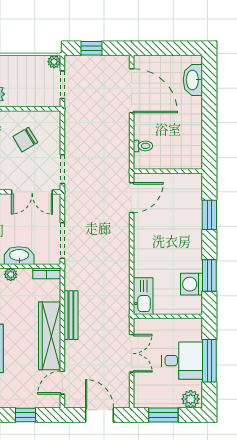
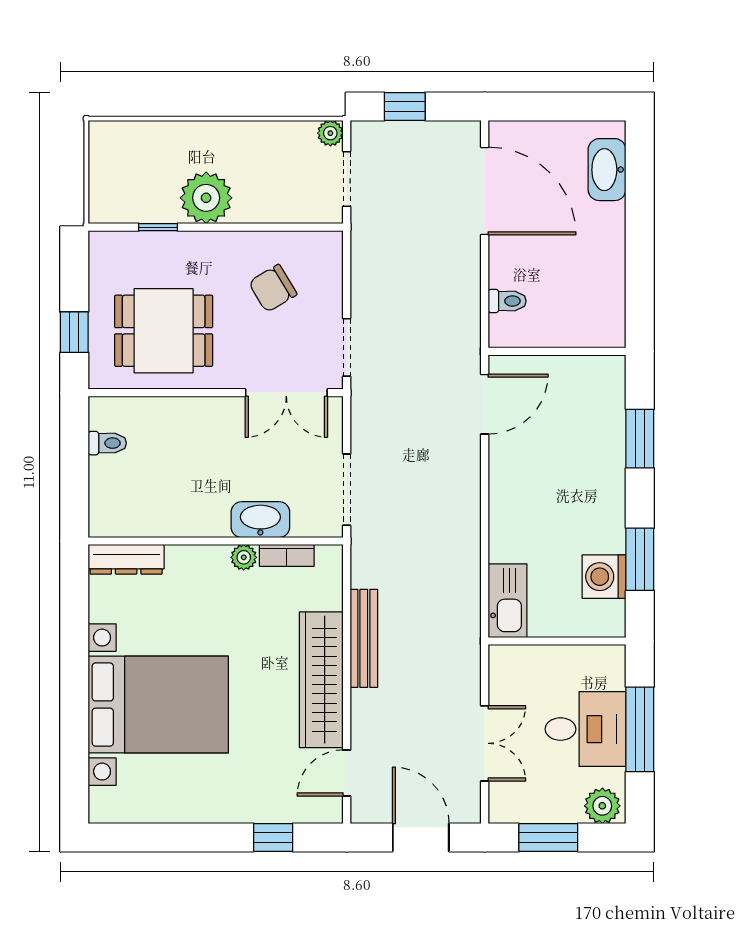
bookcase: (47, 273) -> (287, 555), moved
double door: (132, 353) -> (485, 743), moved

